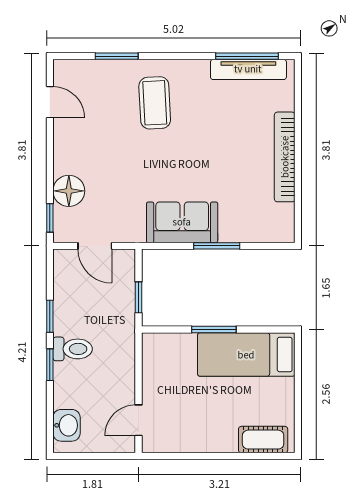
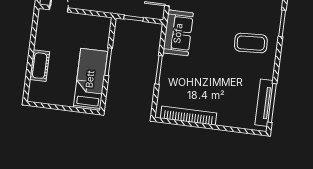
bookcase: (285, 157) -> (189, 116), moved
sofa: (182, 222) -> (178, 33), moved
cot: (263, 440) -> (40, 66), moved

